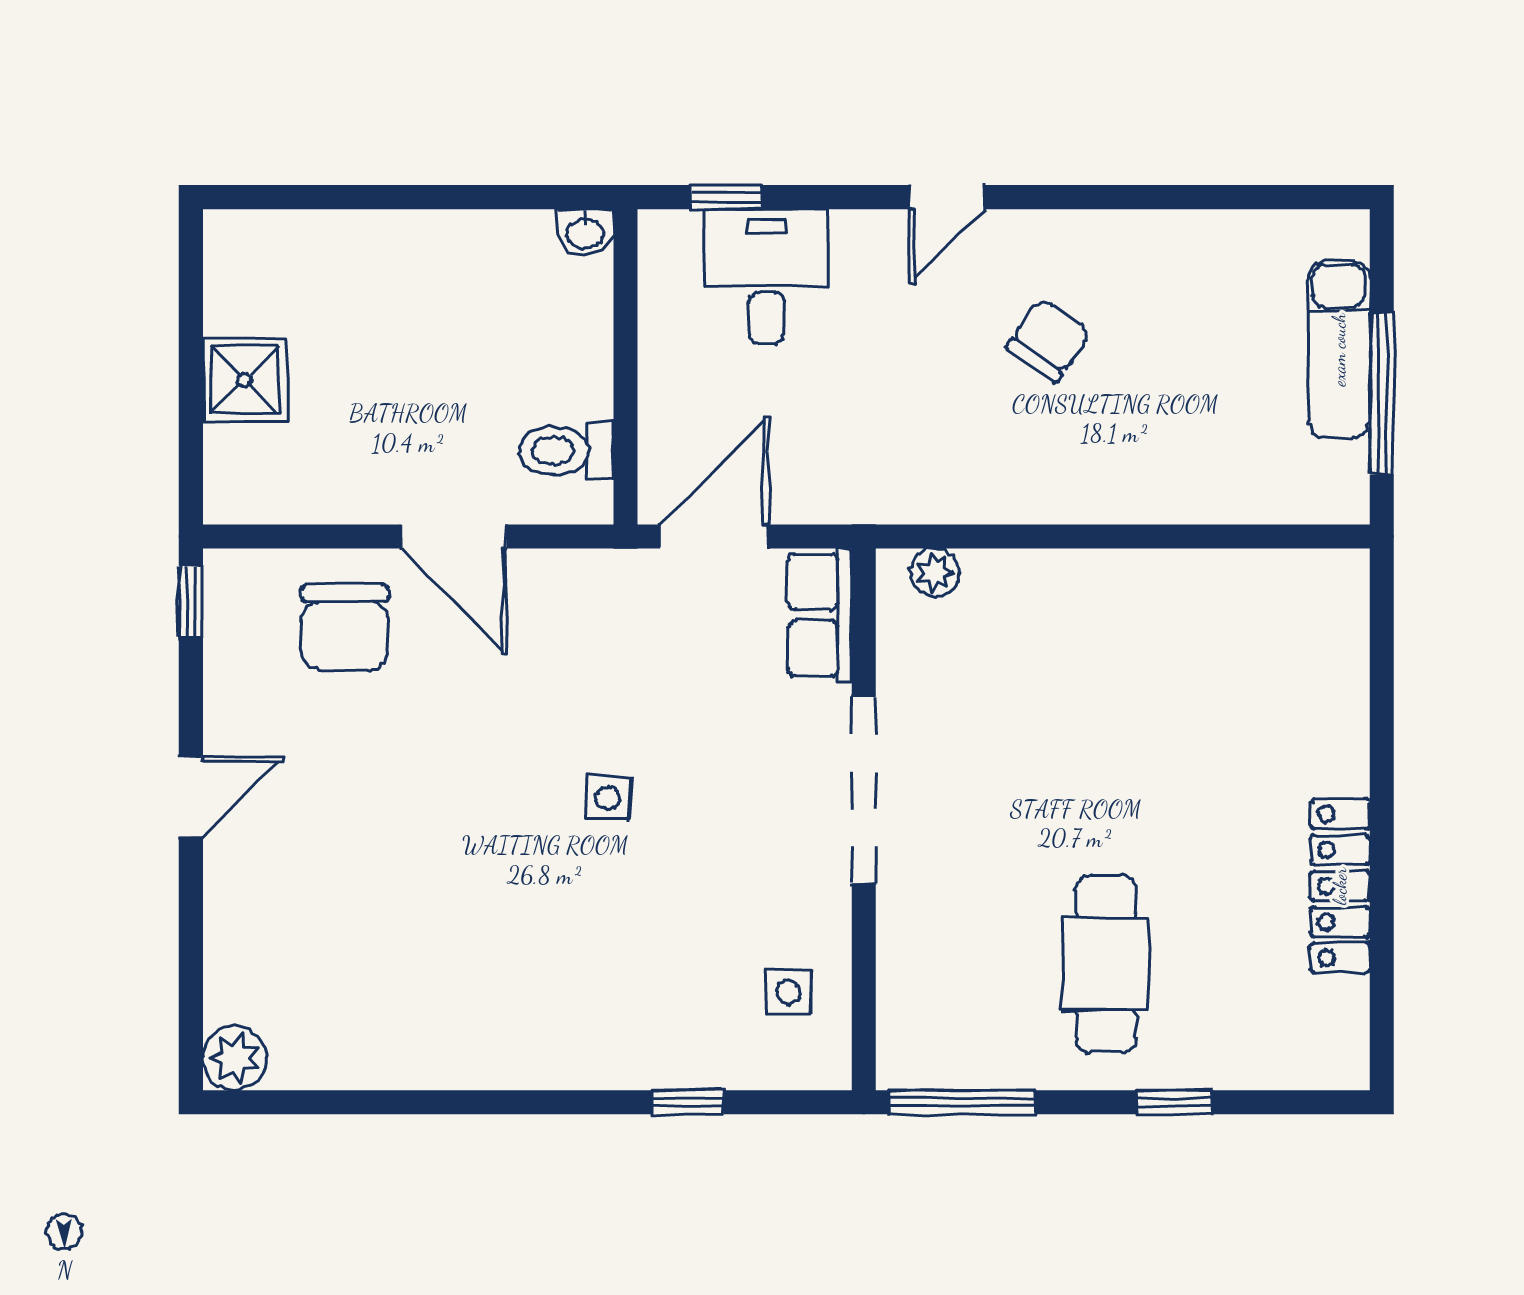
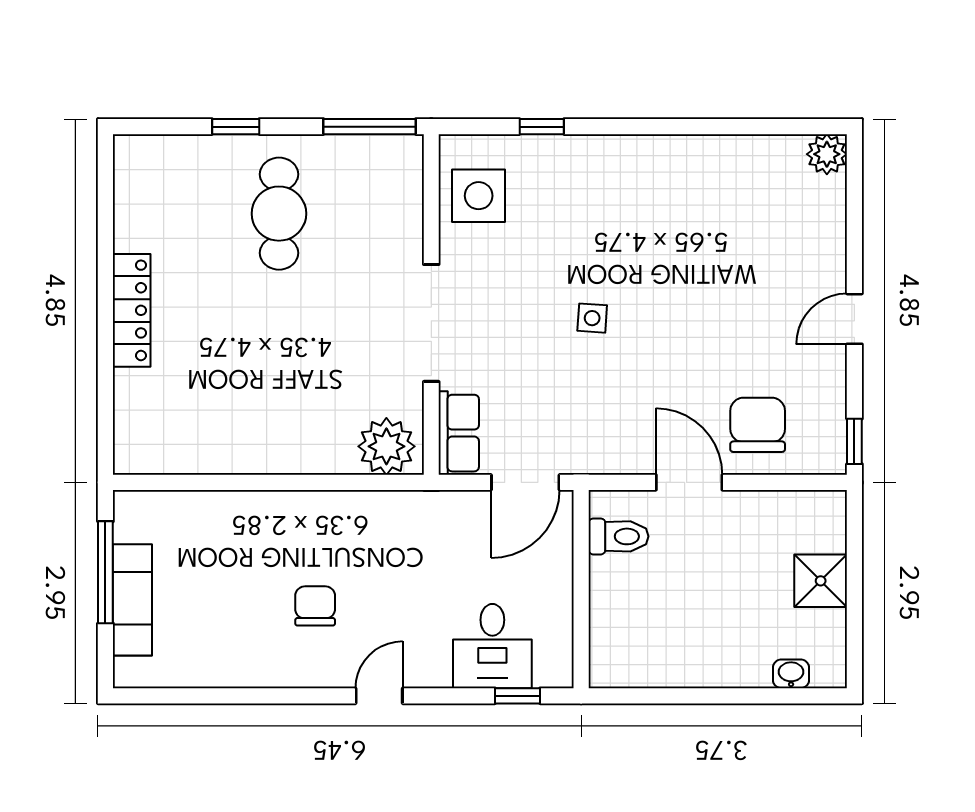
washbasin: (585, 232) -> (791, 674), moved
chair: (1048, 340) -> (315, 606), turned 145
plant: (935, 573) -> (386, 446), width x1.87, depth x1.87
locker: (1340, 886) -> (132, 310), moved
side table: (789, 992) -> (479, 196), width x1.87, depth x1.87

